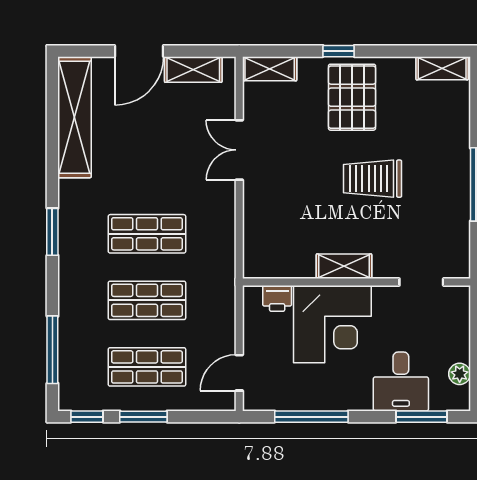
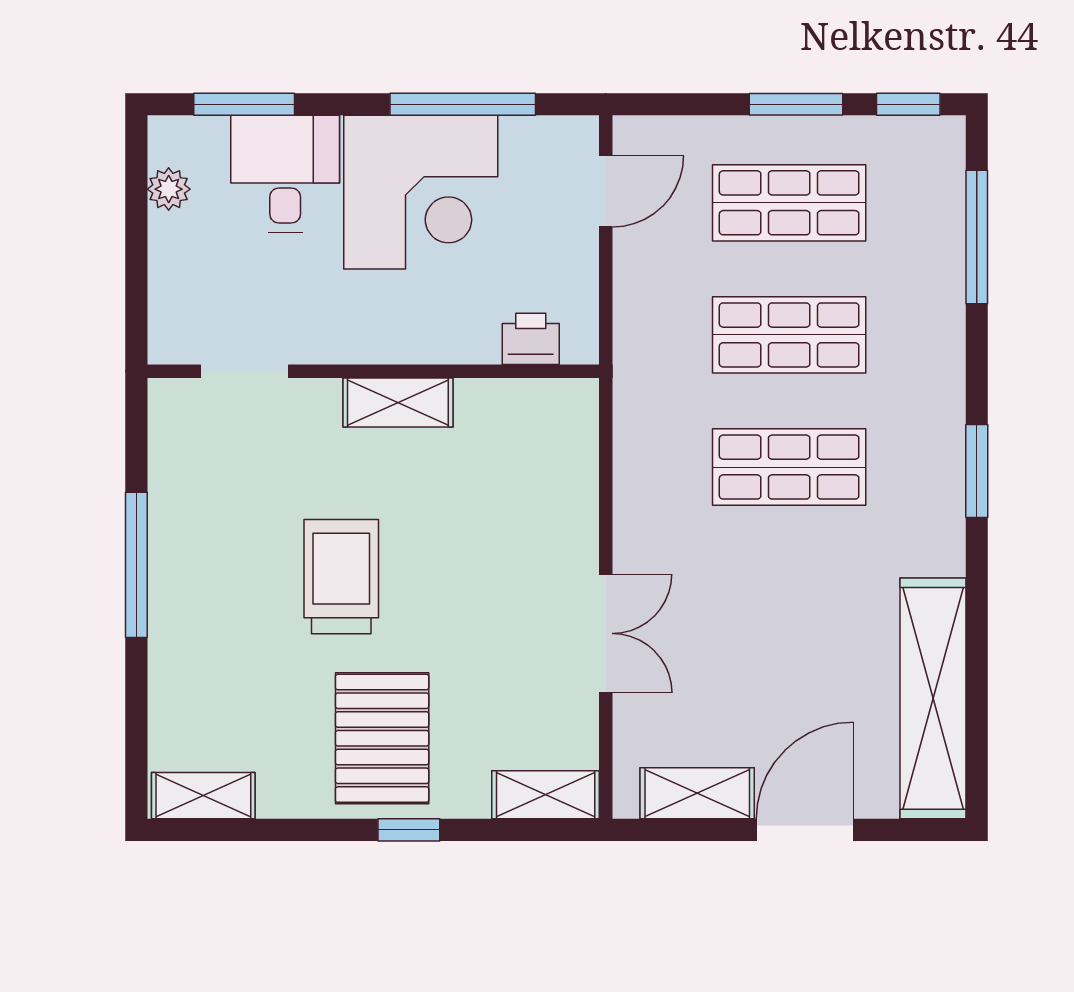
trolley: (373, 179) -> (341, 577), turned -90
corner desk: (332, 324) -> (421, 192), moved, turned 180

